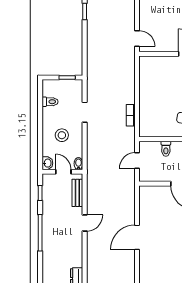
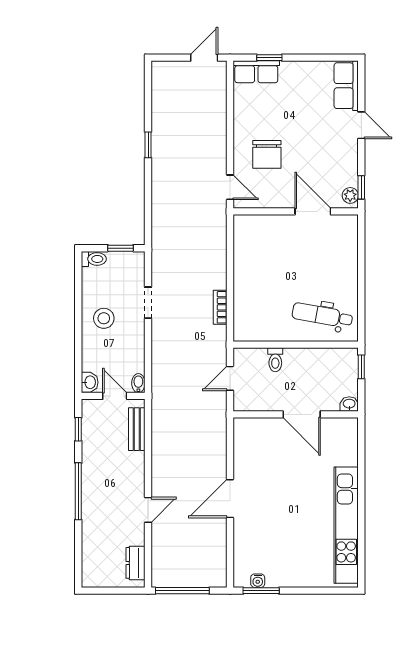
chair: (161, 18) -> (267, 154), added
toilet: (50, 102) -> (94, 259), moved
stool: (62, 135) -> (104, 318), moved
door: (85, 223) -> (148, 510), moved

